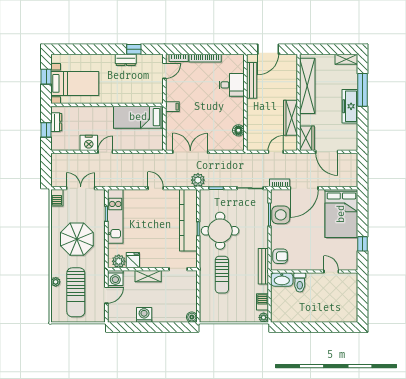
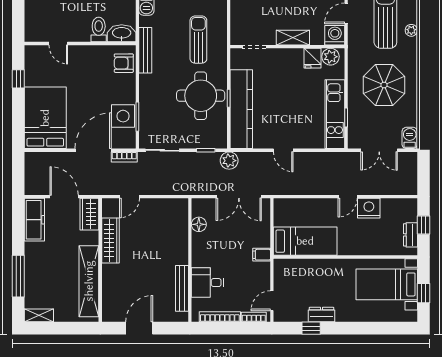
bench: (252, 80) -> (182, 288), moved
desk: (232, 85) -> (208, 283), moved
wall: (245, 102) -> (190, 260), moved
freezer: (350, 106) -> (34, 220), moved
floor lamp: (238, 130) -> (199, 224), moved

